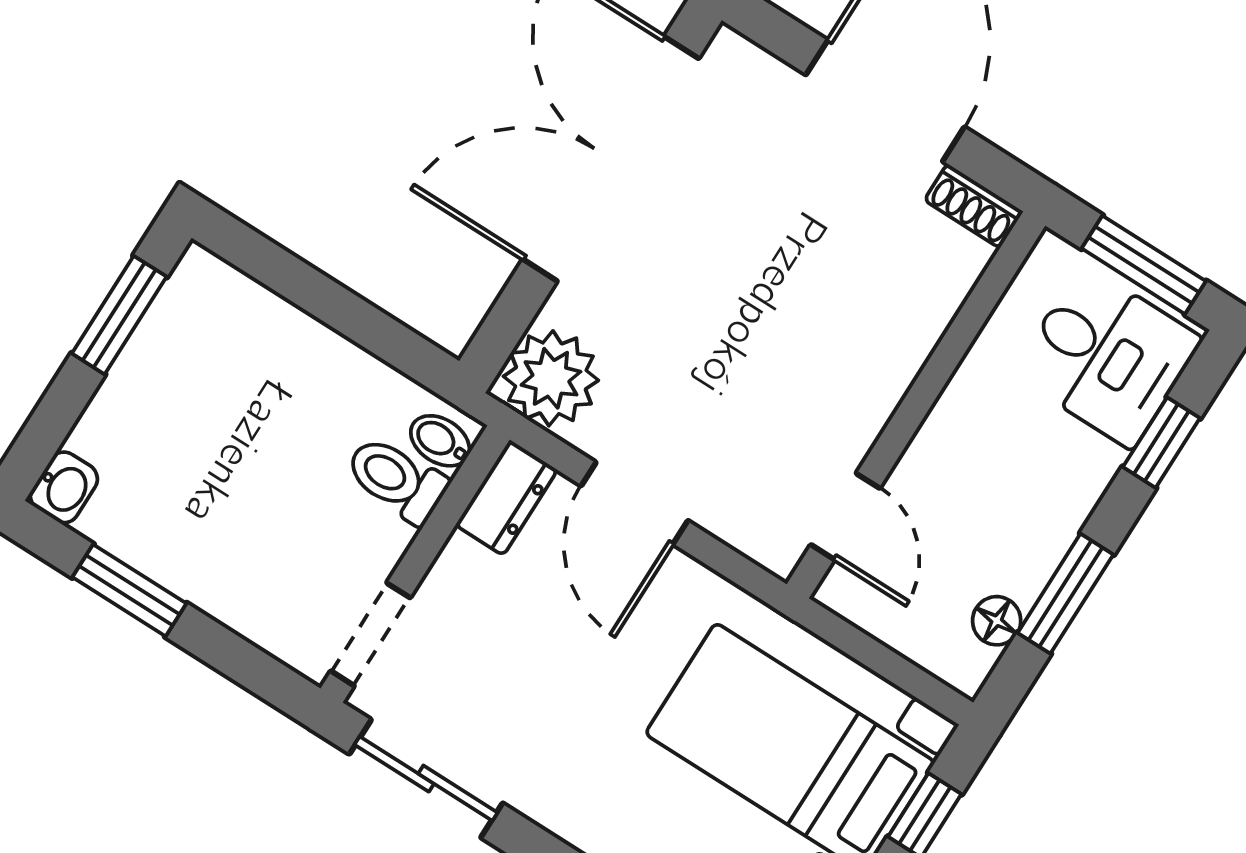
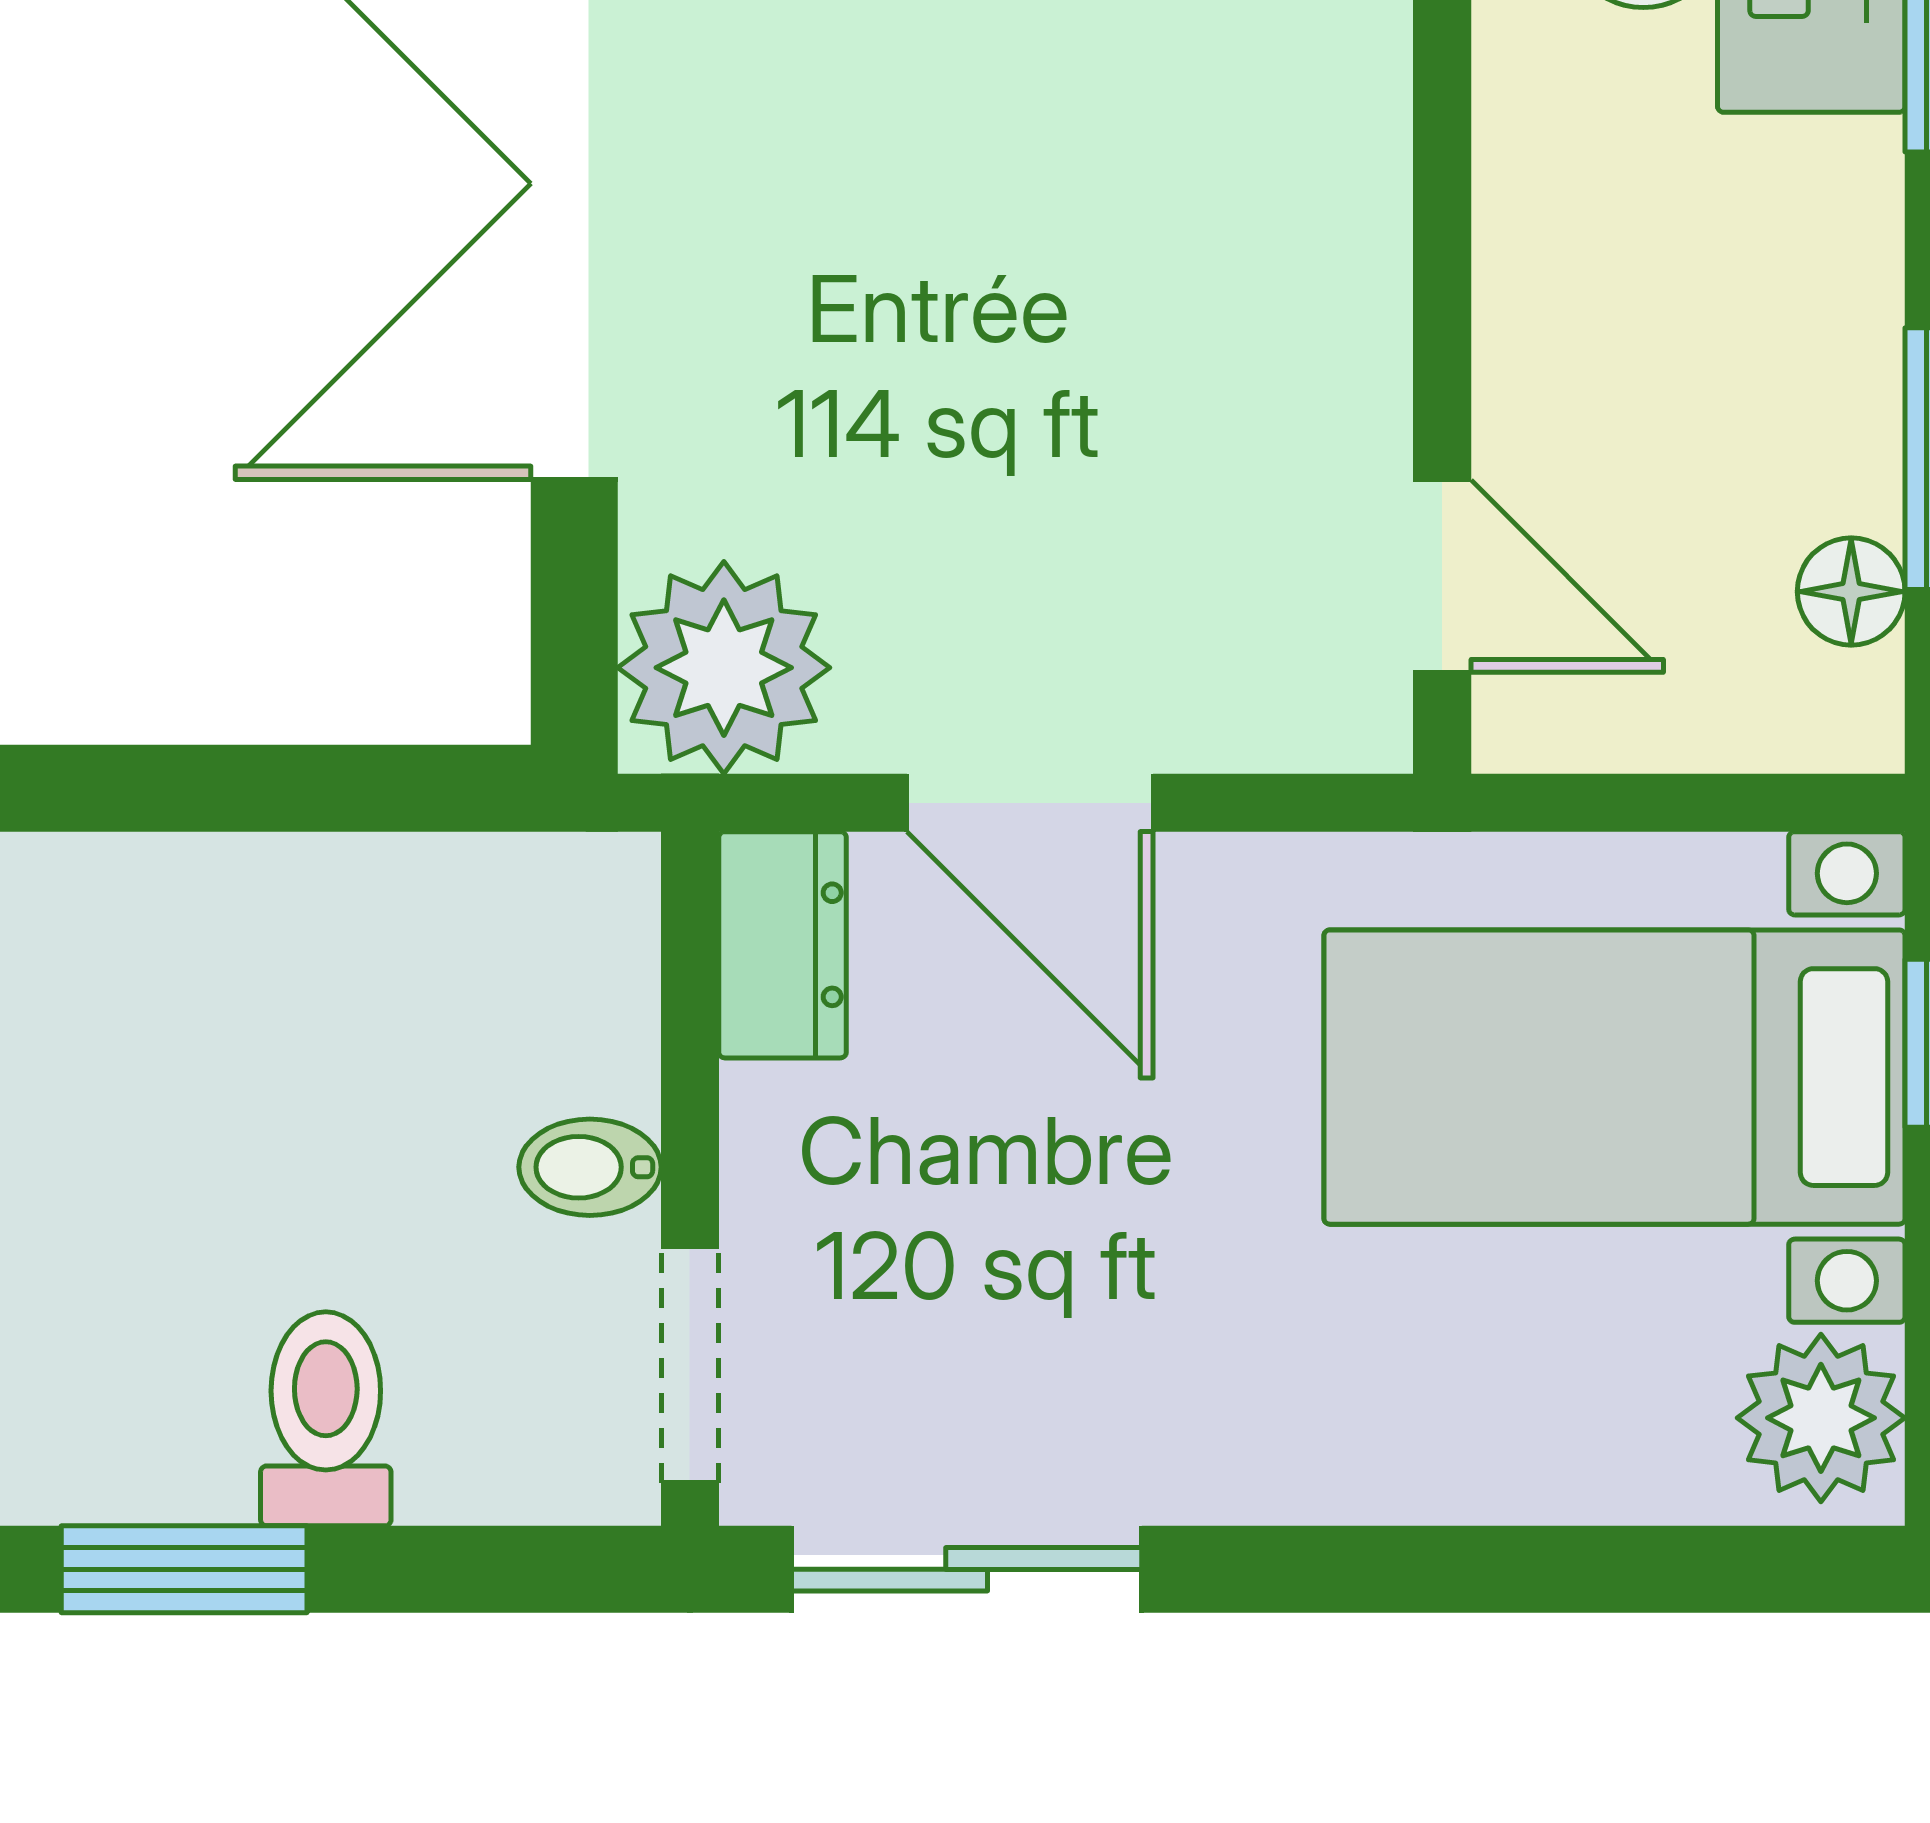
bidet: (440, 441) -> (590, 1167), moved
toilet: (396, 479) -> (326, 1419), moved, turned 90

